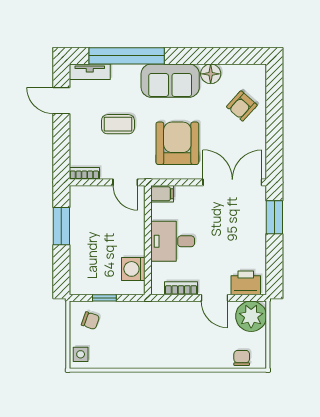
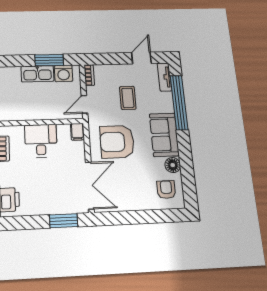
armchair: (242, 106) -> (166, 190), moved, turned 48
armchair: (177, 143) -> (117, 142), turned 180
kitchen sink: (81, 242) -> (37, 74), added
washing machine: (133, 269) -> (64, 73), moved, turned 180

